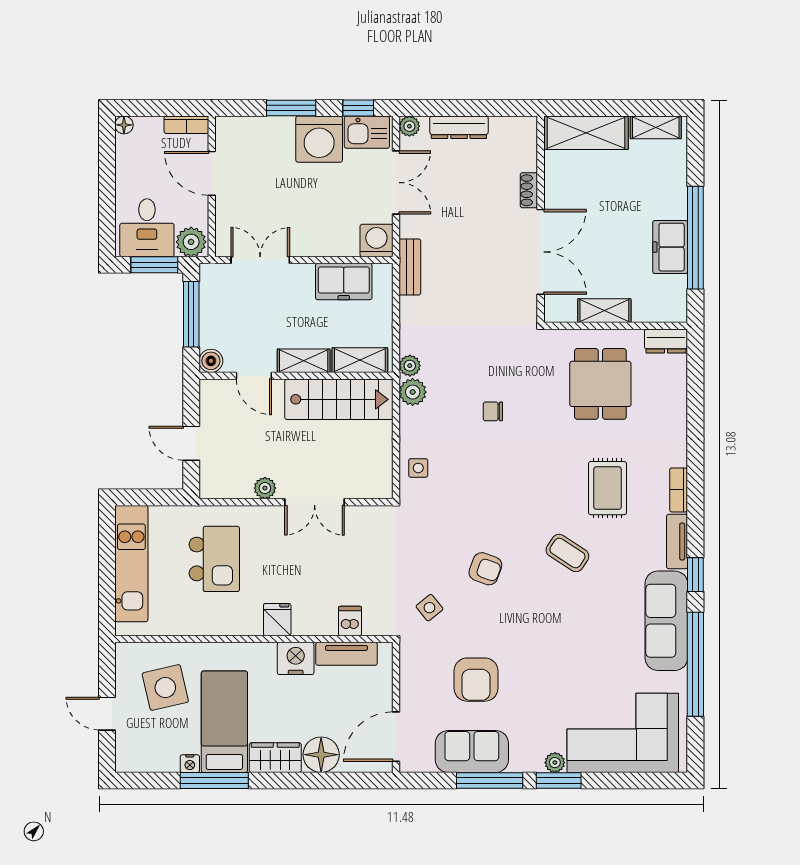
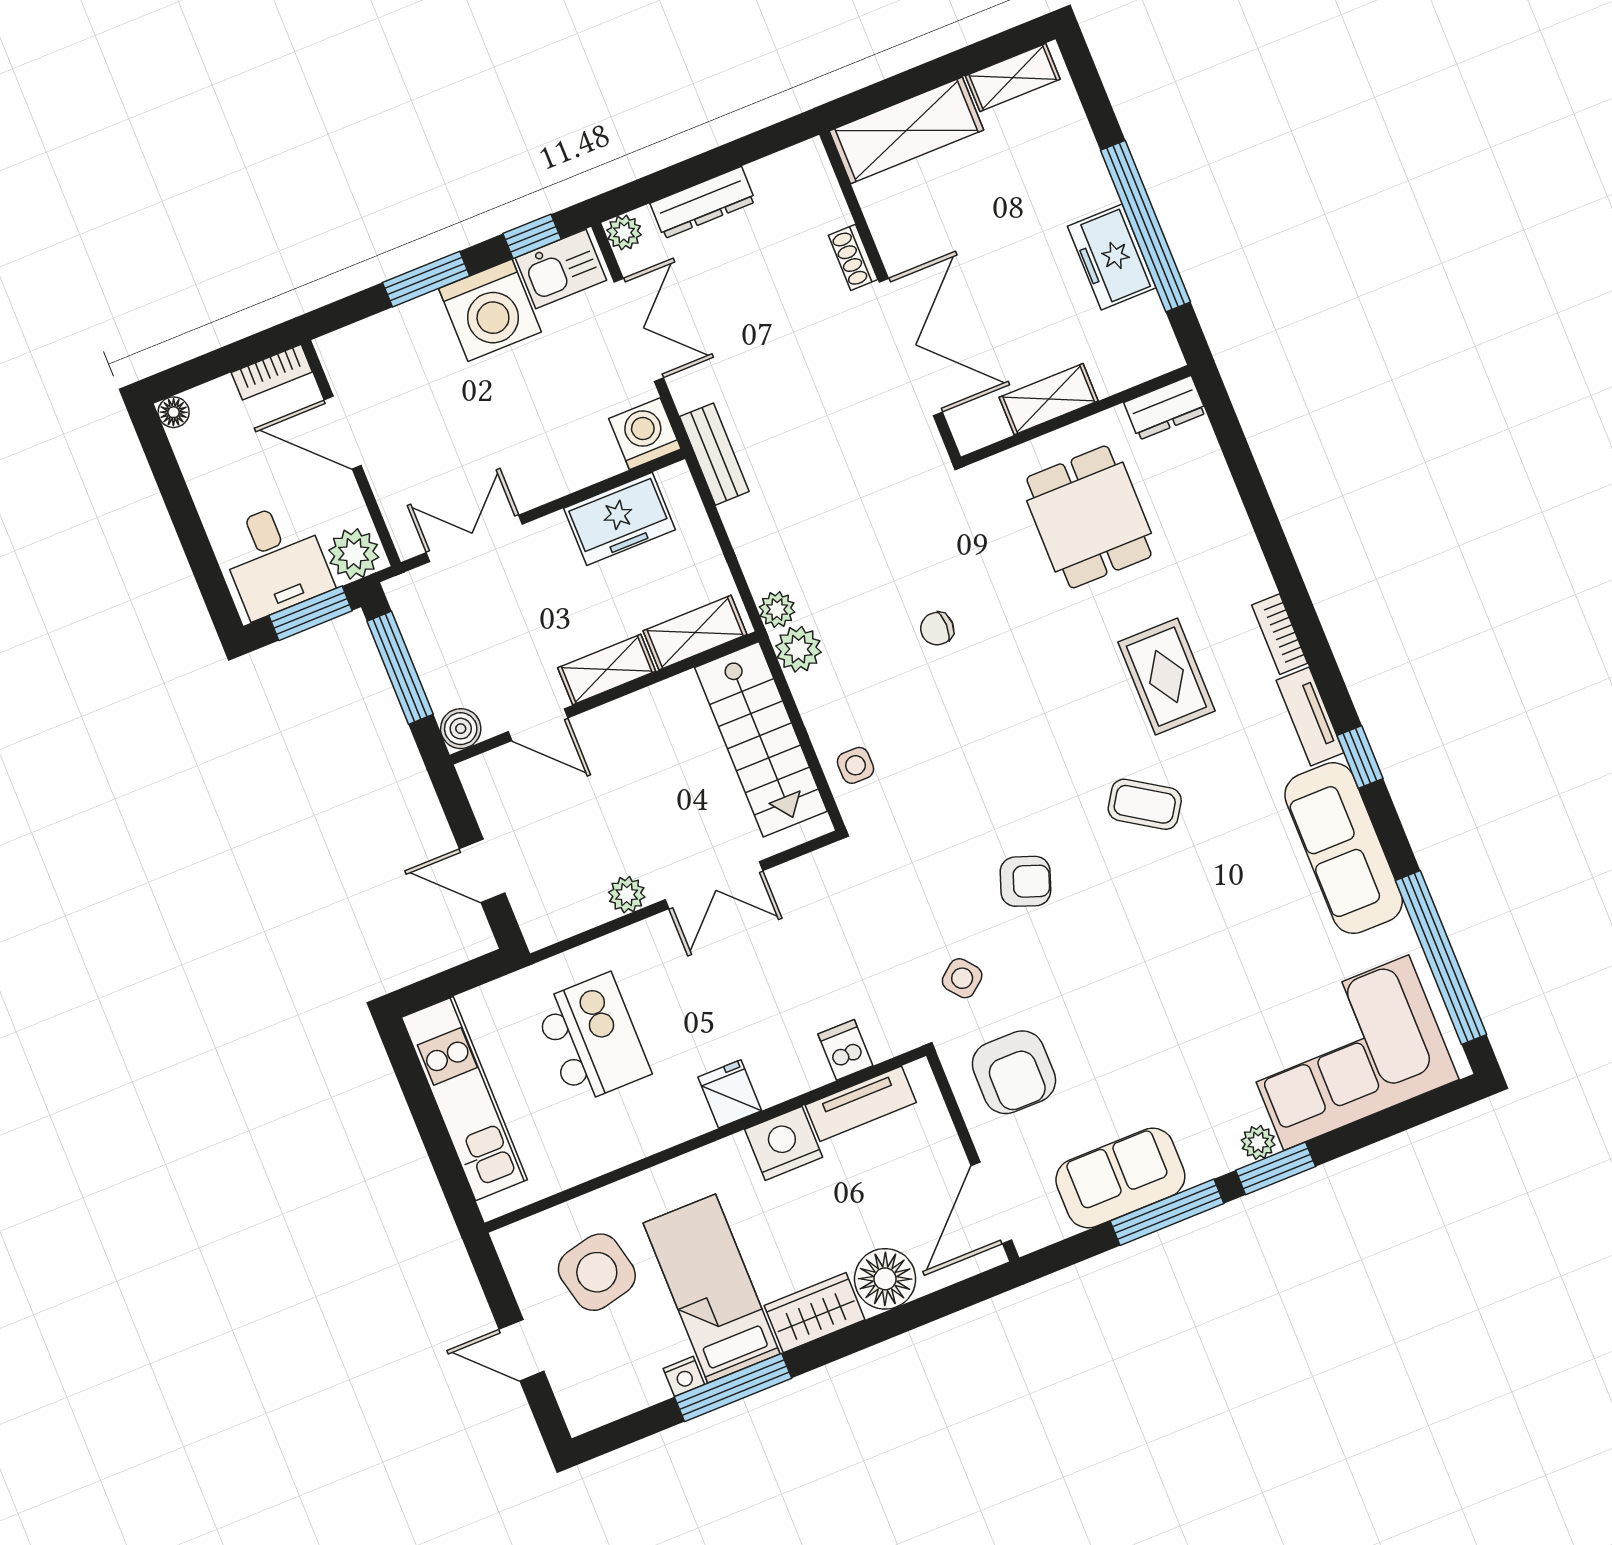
stairs: (339, 399) -> (761, 739), moved, turned 90
window: (695, 664) -> (1441, 957), moved
armchair: (476, 680) -> (1014, 1072), moved

